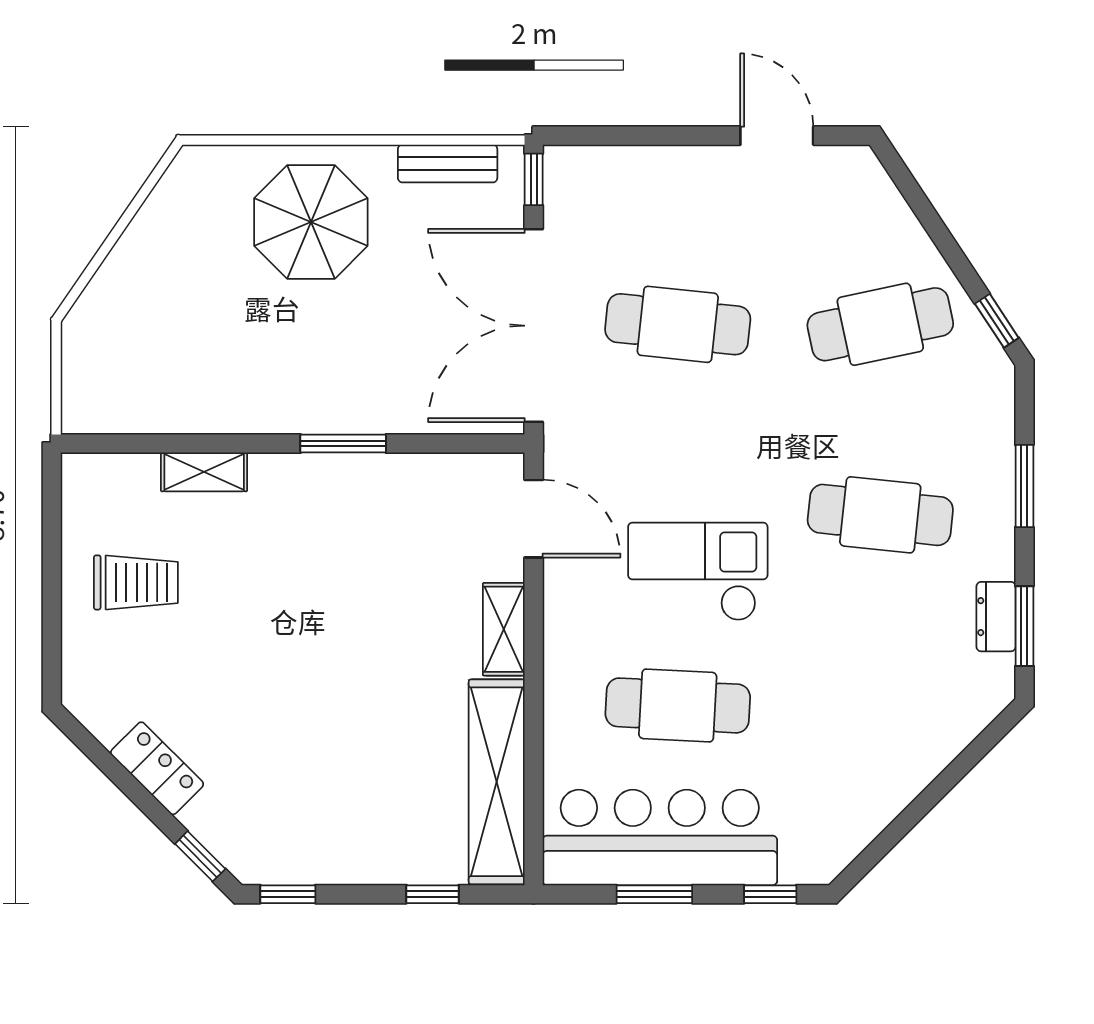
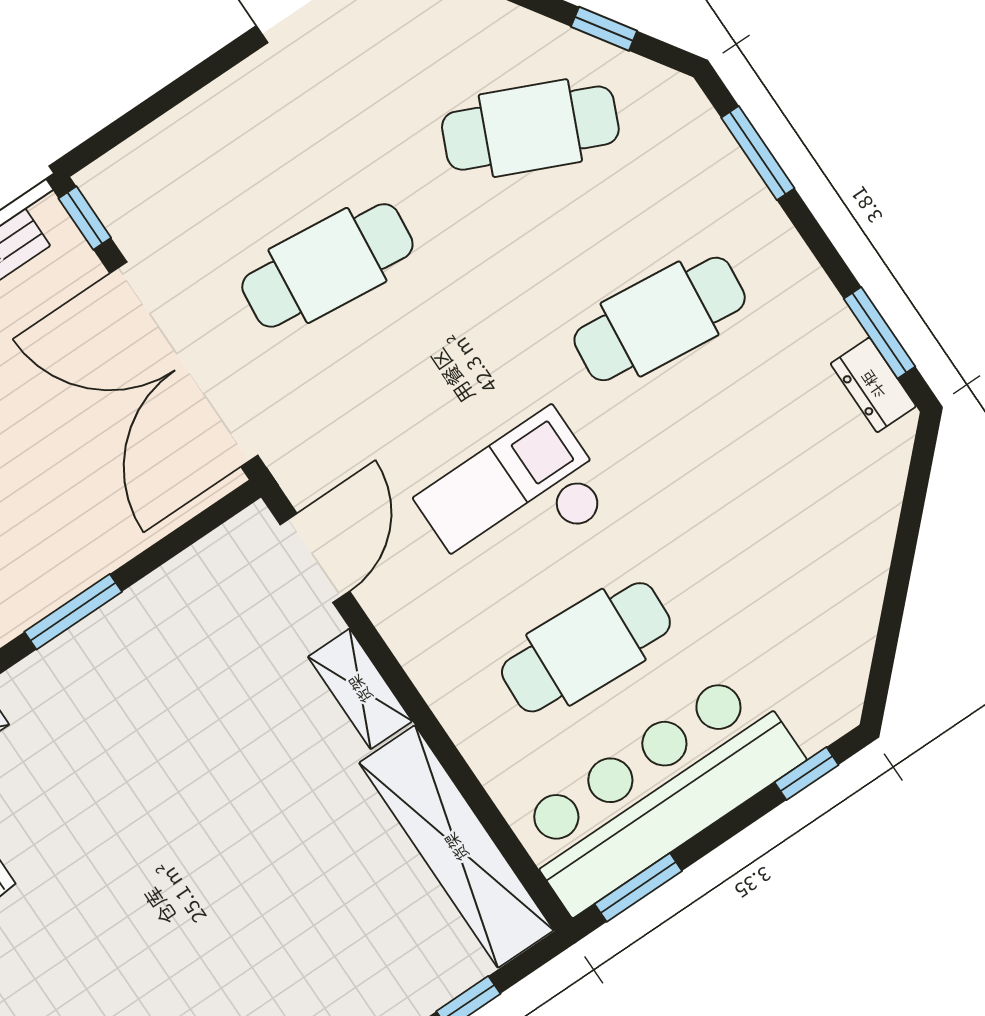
window: (997, 321) -> (604, 29), moved
cafe table: (880, 324) -> (530, 128), turned 36
window: (1024, 486) -> (758, 153), moved
door: (534, 519) -> (315, 558), hinge flipped
dresser: (996, 617) -> (873, 385), moved
window: (654, 894) -> (638, 887), moved

